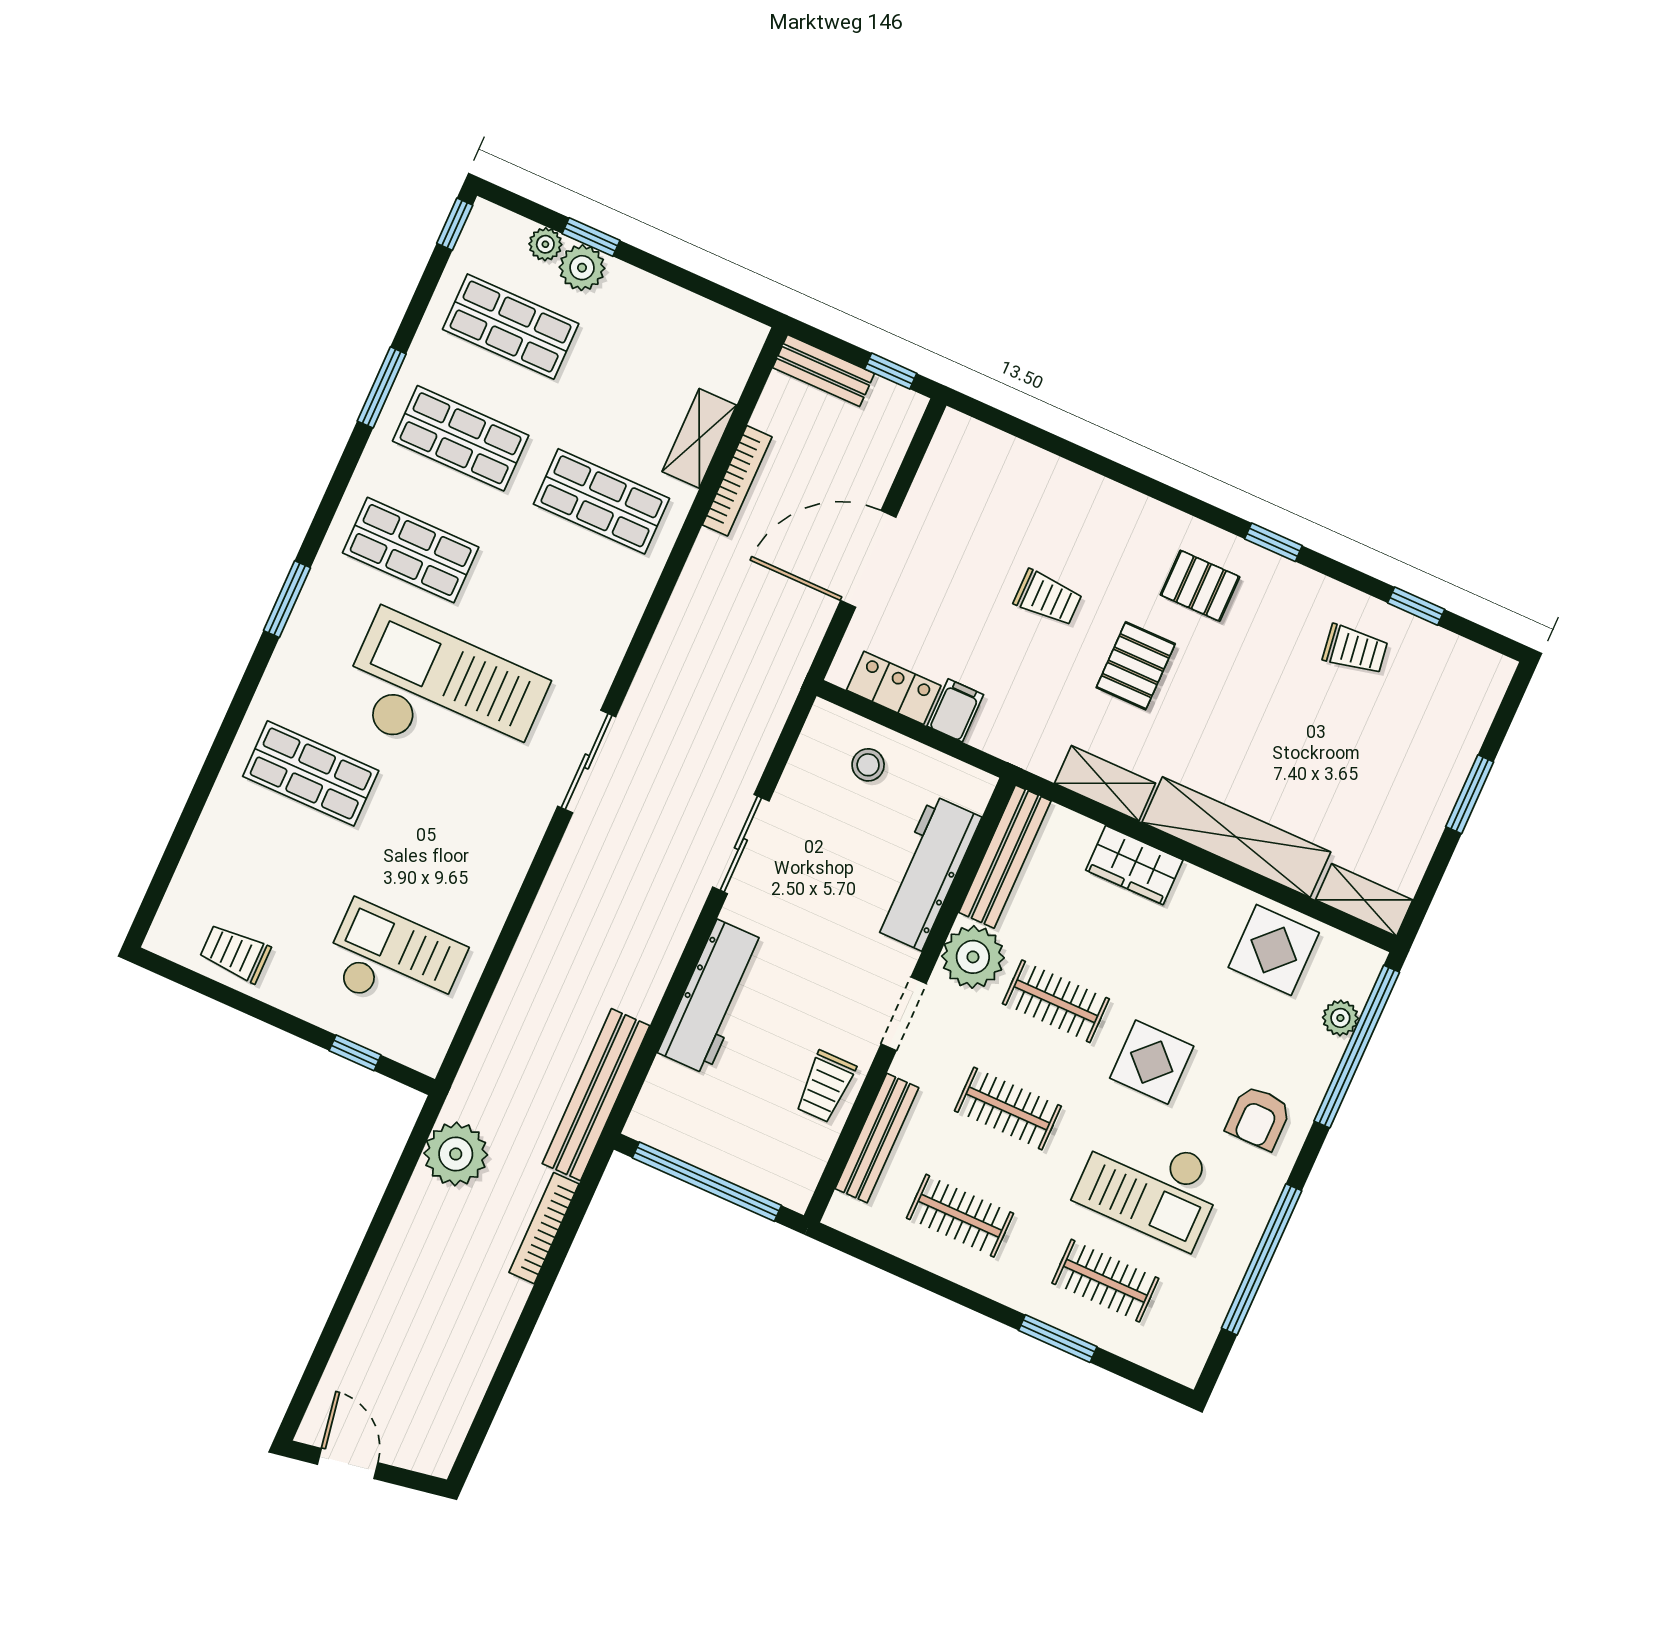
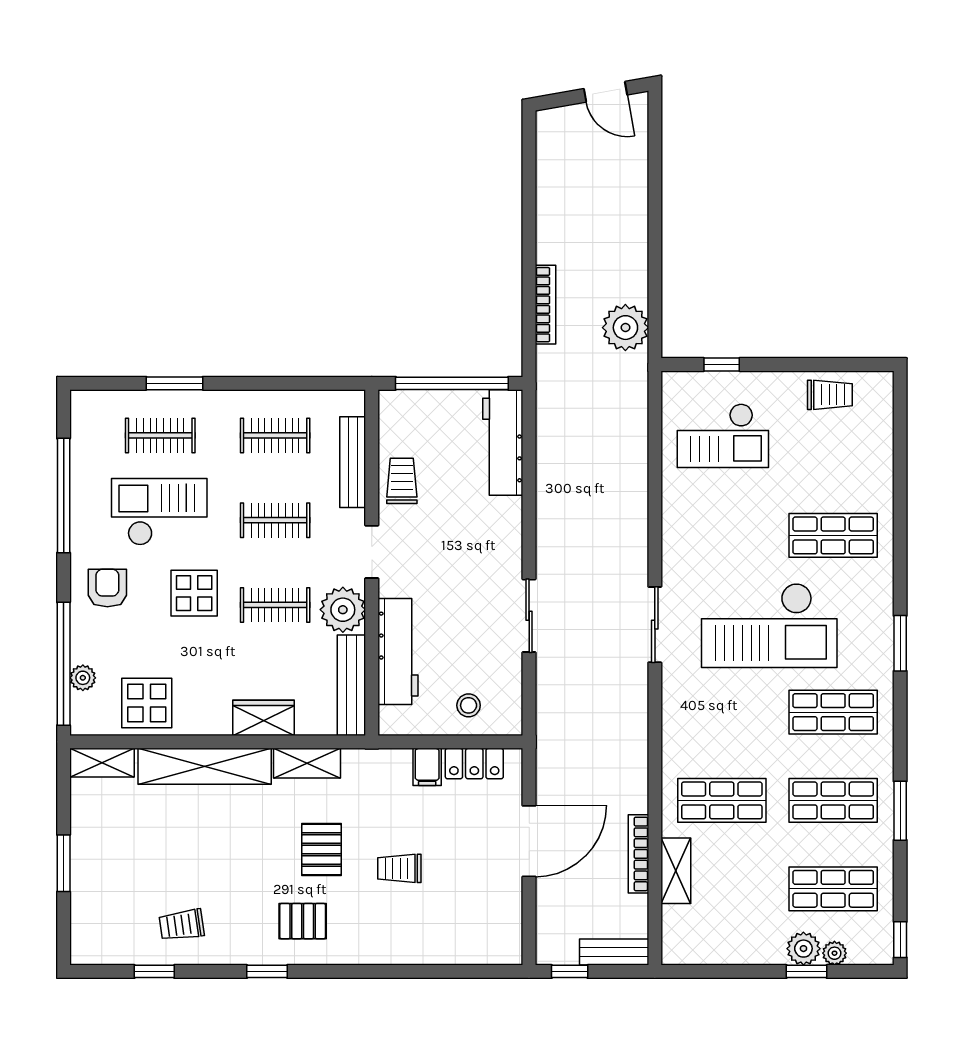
workbench: (712, 997) -> (503, 443), moved
bench: (596, 1095) -> (551, 408), removed

